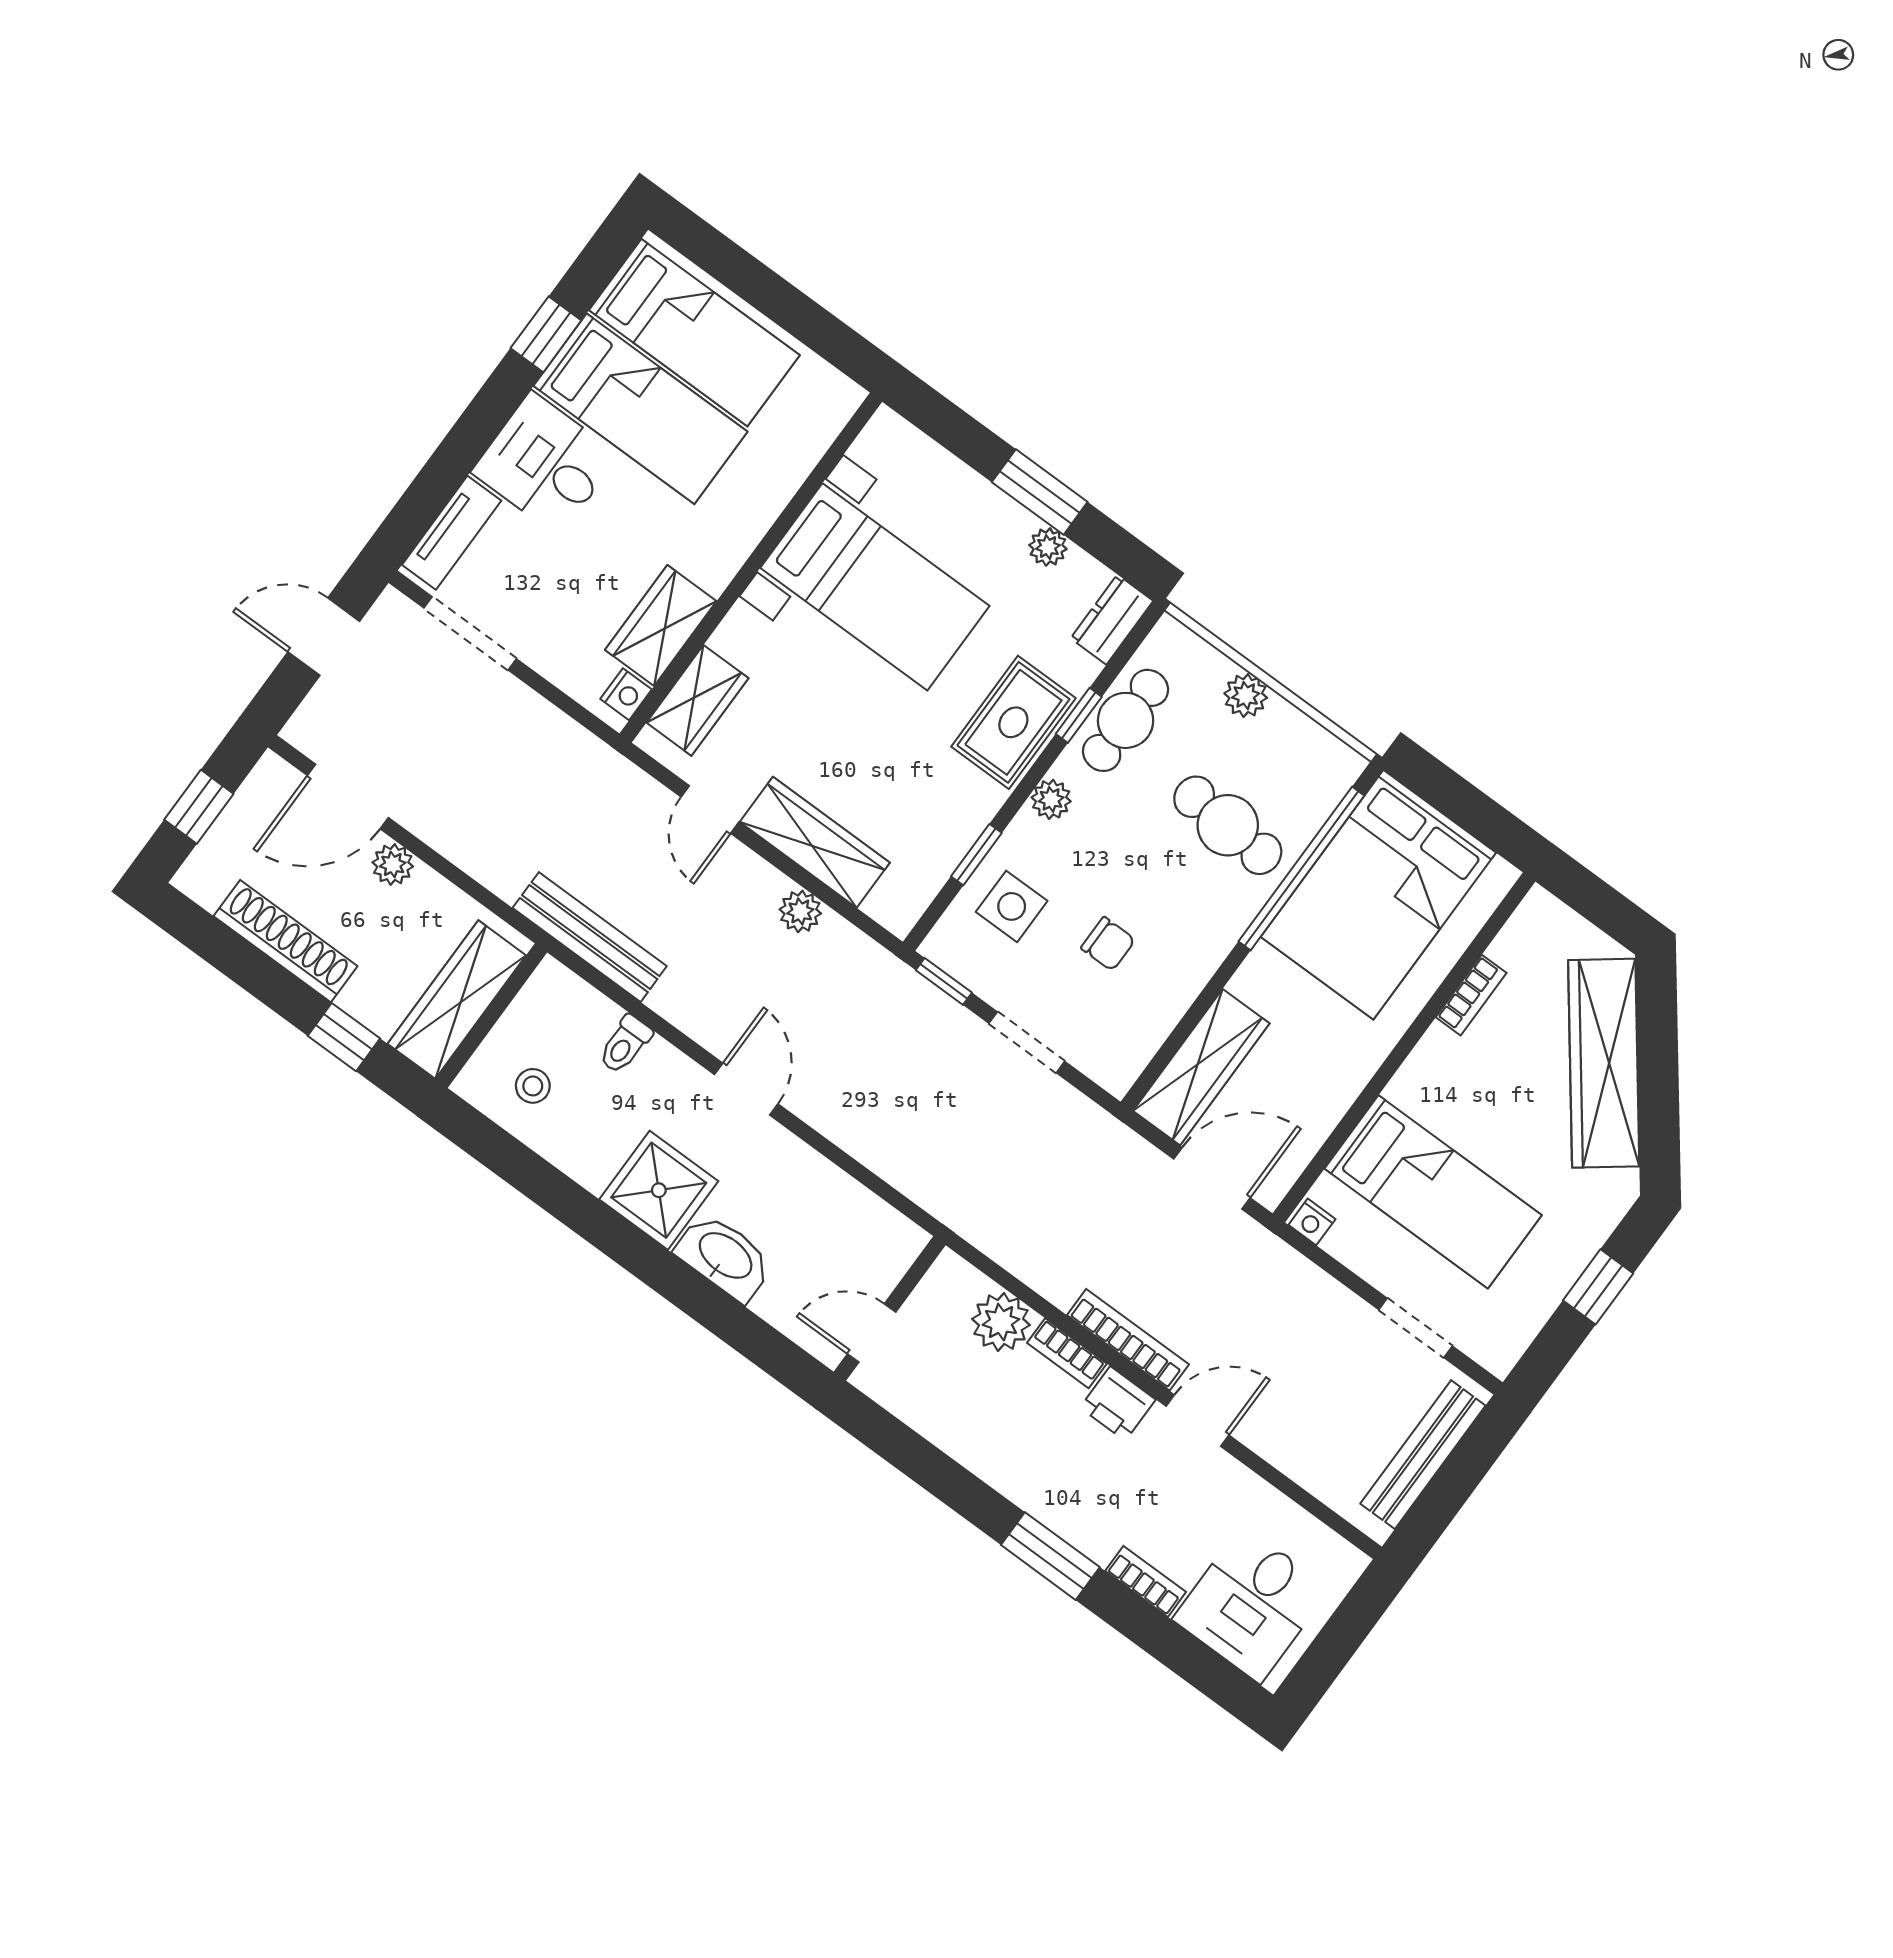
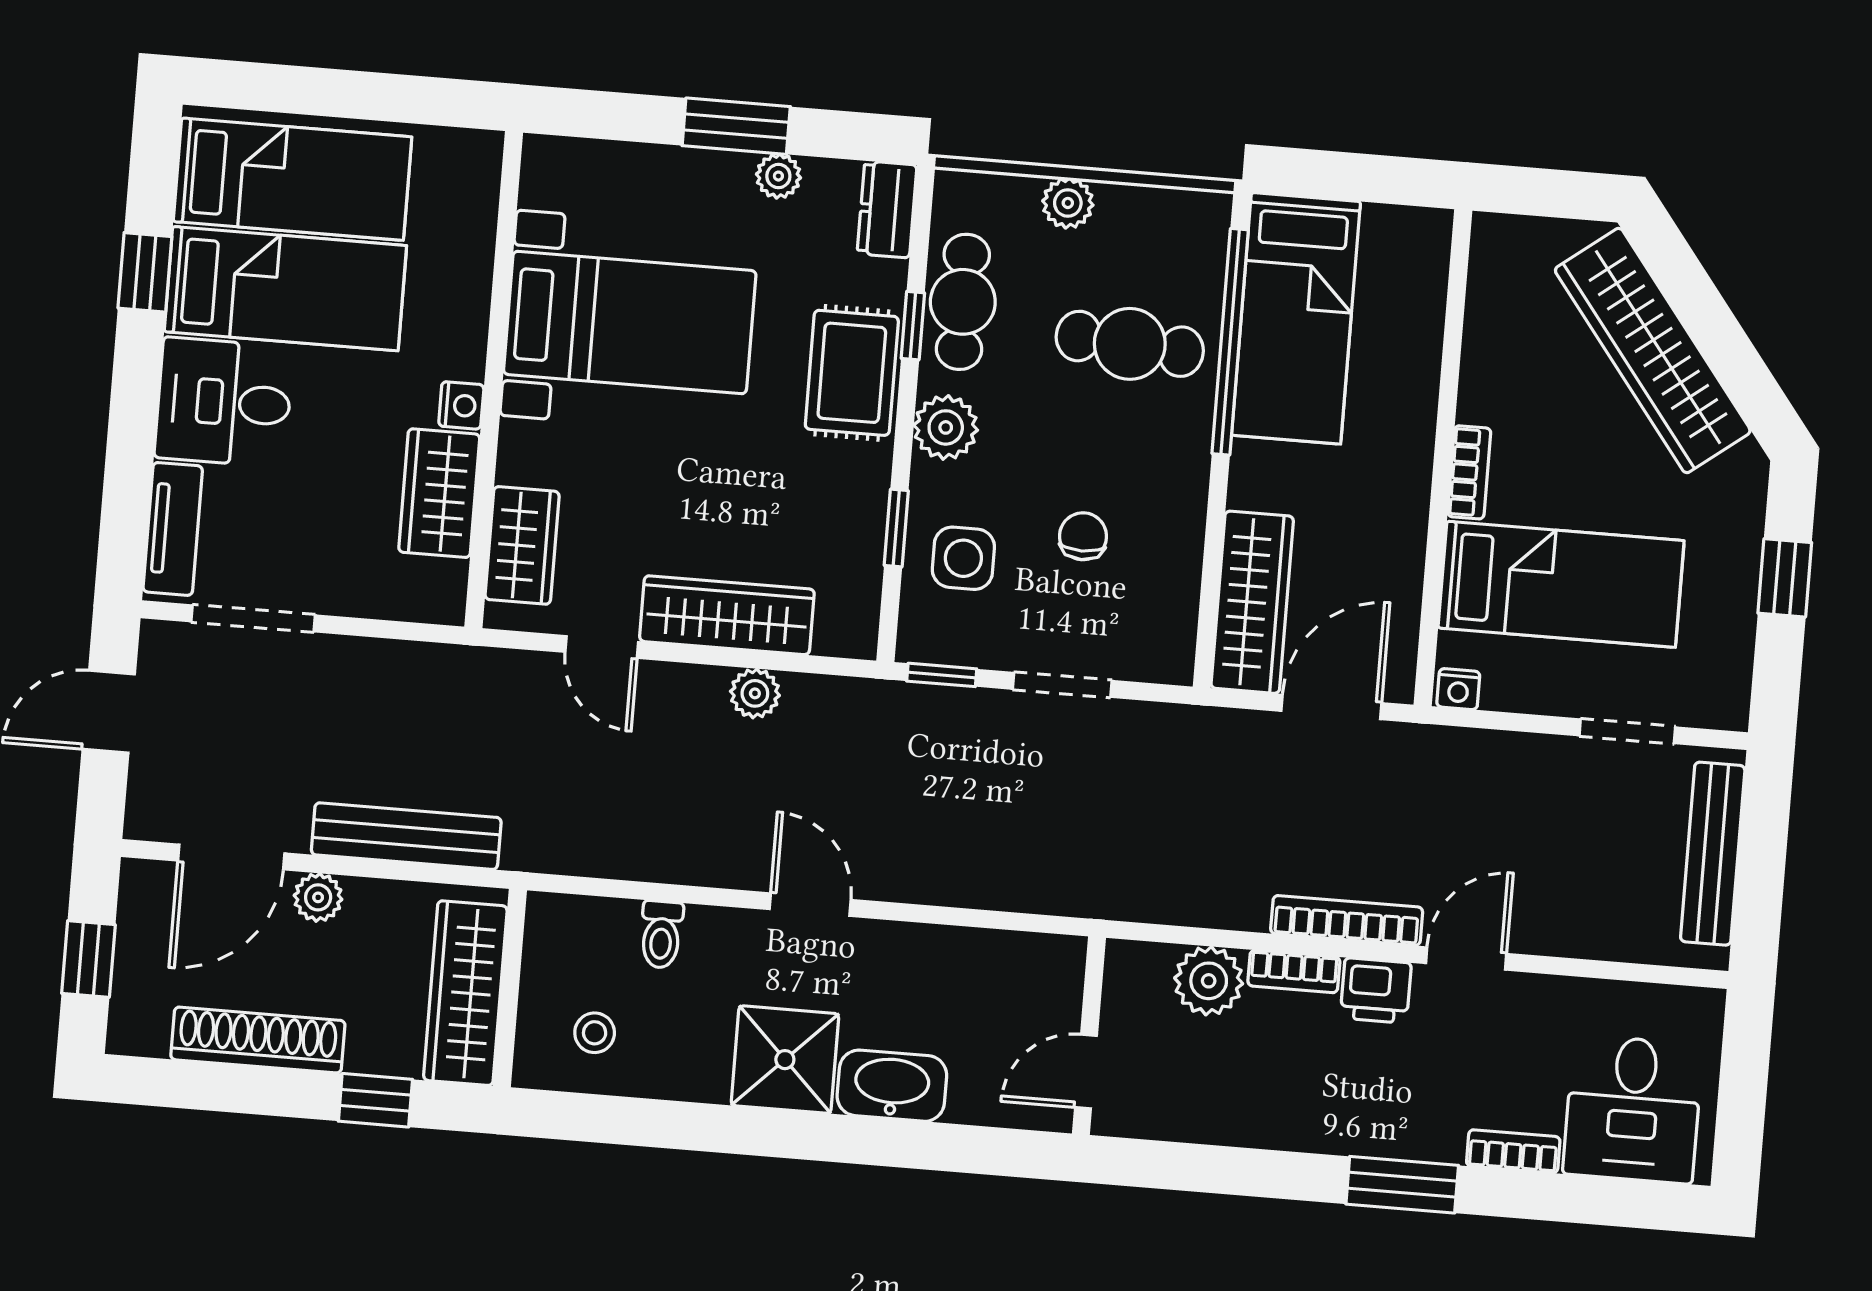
nightstand: (626, 694) -> (461, 405), moved
plant: (1051, 799) -> (946, 427), width x1.38, depth x1.38
bed: (1378, 895) -> (1296, 318), width x0.67
bench: (590, 937) -> (406, 836), moved
chair: (1108, 944) -> (1083, 536), turned -90
bookcase: (1471, 995) -> (1469, 472), moved

